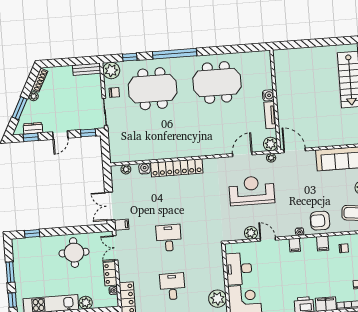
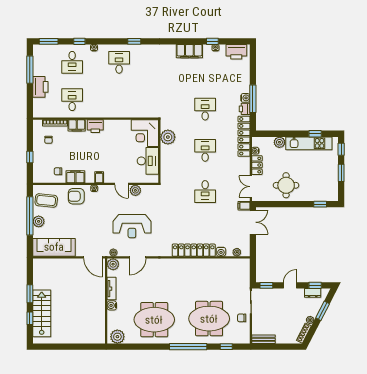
plant: (111, 70) -> (117, 337), moved
armchair: (320, 221) -> (76, 196), turned 180
filing cabinet: (323, 243) -> (75, 177), width x2.00
double door: (115, 248) -> (251, 187), swing flipped
desk: (172, 286) -> (205, 150), turned 180

